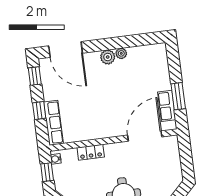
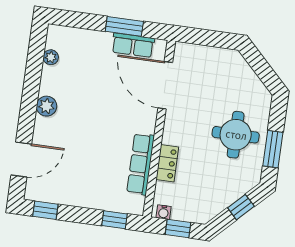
door: (66, 49) -> (21, 159), width x0.73
plant: (121, 53) -> (51, 57), moved
window: (39, 110) -> (114, 220), moved
row of seats: (53, 123) -> (141, 164), moved, turned -90

